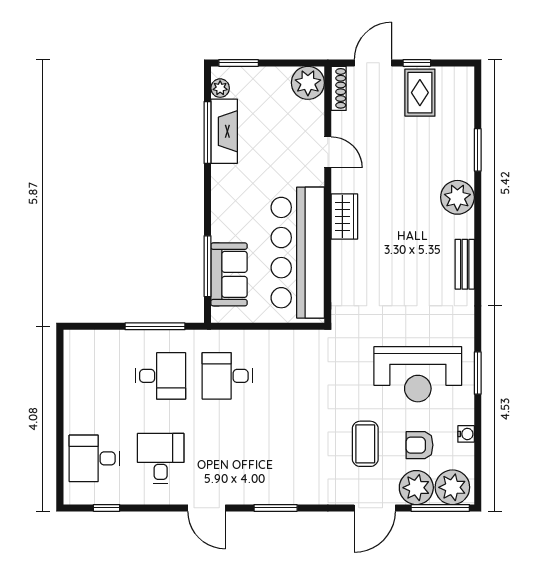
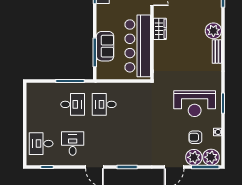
plant: (457, 197) -> (213, 31), moved
sofa: (229, 274) -> (105, 46), moved
coffee table: (365, 444) -> (170, 137), removed

